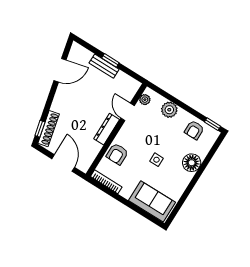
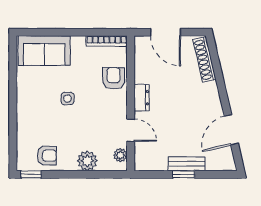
window: (40, 129) -> (214, 53), removed
dresser: (107, 129) -> (142, 98), width x0.70
armchair: (194, 130) -> (47, 156), turned 90
floor lamp: (192, 163) -> (28, 119), removed

